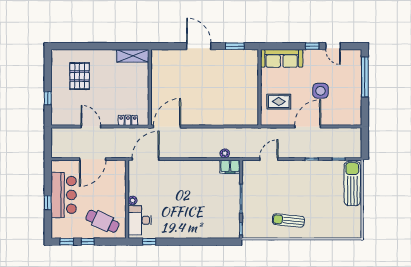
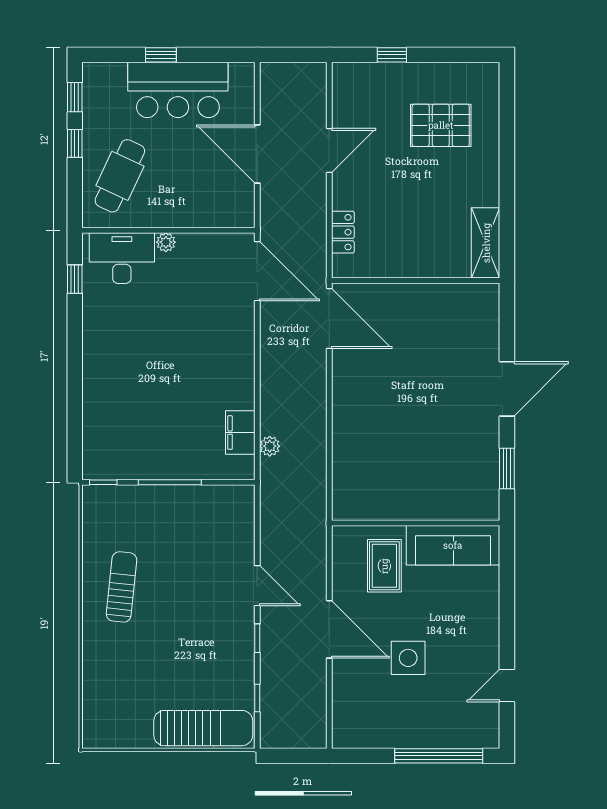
window: (312, 46) -> (507, 639), removed
sofa: (282, 58) -> (453, 545), moved, turned -90
door: (269, 159) -> (257, 586), moved
filing cabinet: (230, 167) -> (240, 433), moved

